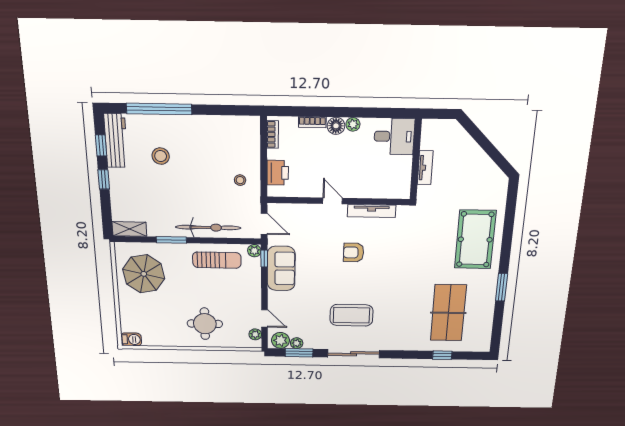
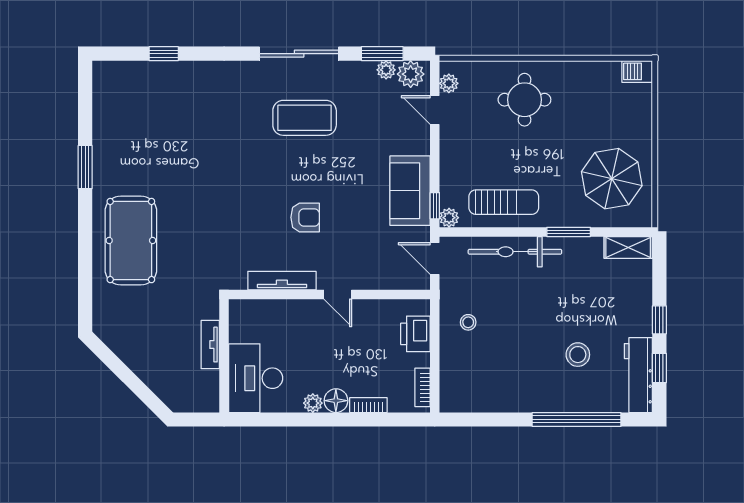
desk: (394, 136) -> (256, 378), width x1.37
sun lounger: (217, 260) -> (504, 202), turned 180
table tennis table: (448, 313) -> (160, 125), removed

